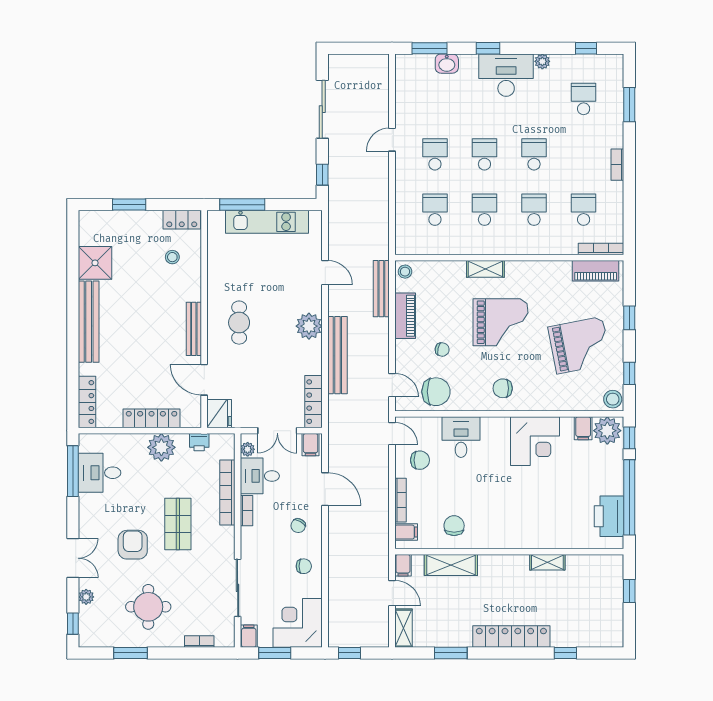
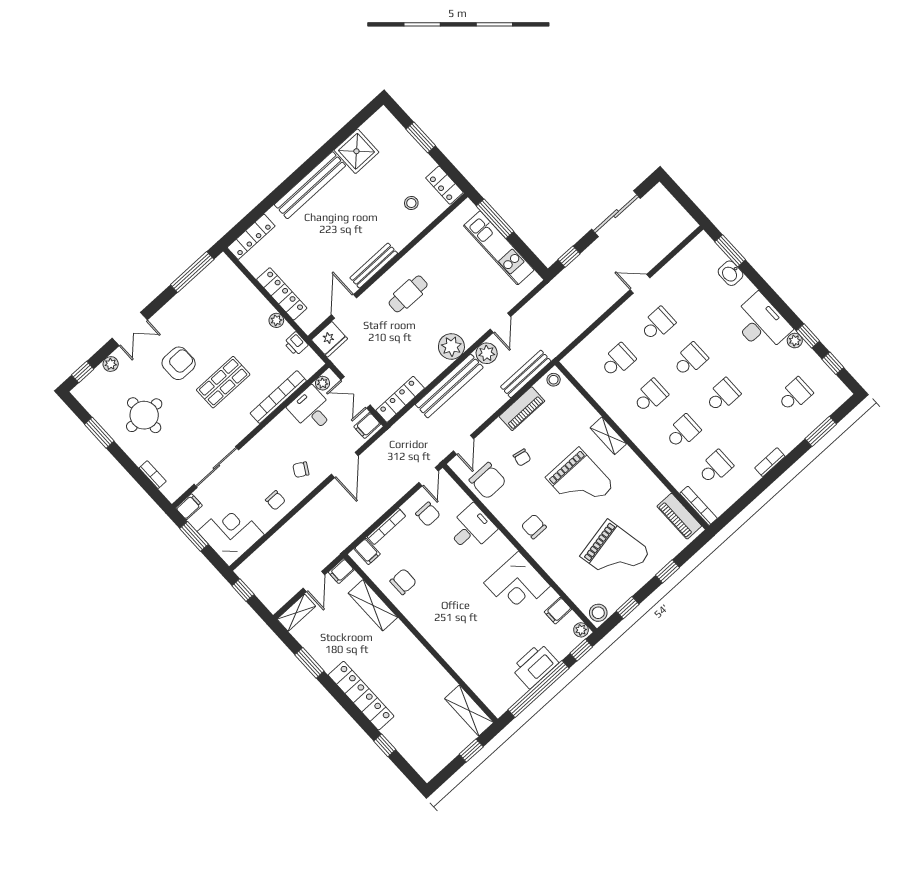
window: (488, 48) -> (808, 336), moved
plant: (339, 304) -> (487, 353), added
plant: (607, 431) -> (581, 630), width x0.53, depth x0.53
plant: (161, 447) -> (276, 320), width x0.53, depth x0.53
desk: (100, 473) -> (209, 292), removed
bookcase: (246, 511) -> (278, 423), removed
printer: (609, 516) -> (535, 666), moved
shelving: (547, 562) -> (469, 710), moved, width x1.50, depth x1.33

